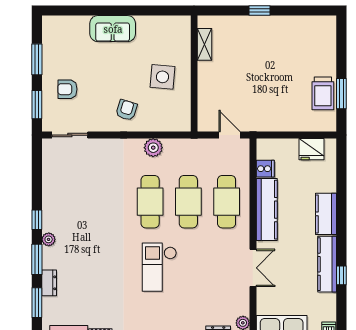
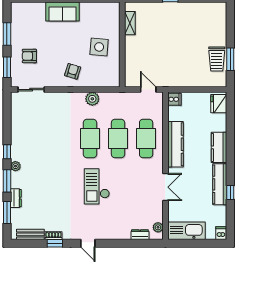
fridge: (312, 149) -> (219, 104), moved, turned 90
cooker: (265, 169) -> (174, 99), moved

